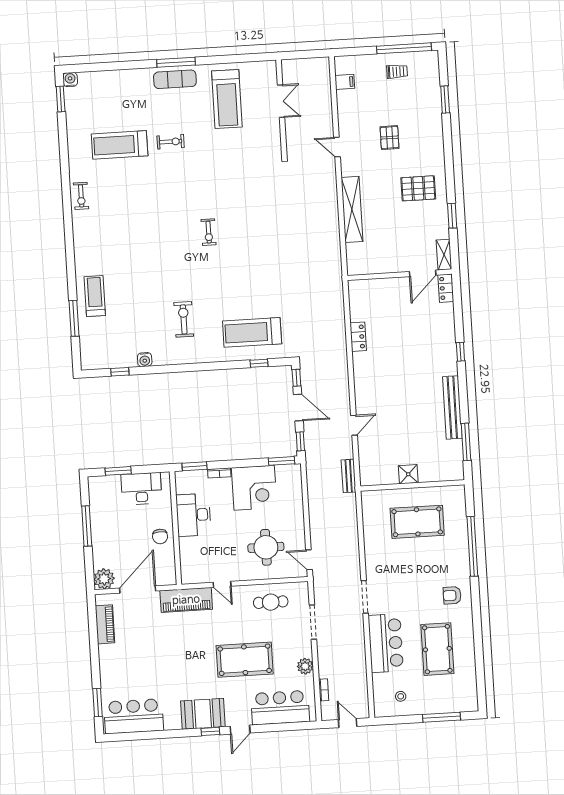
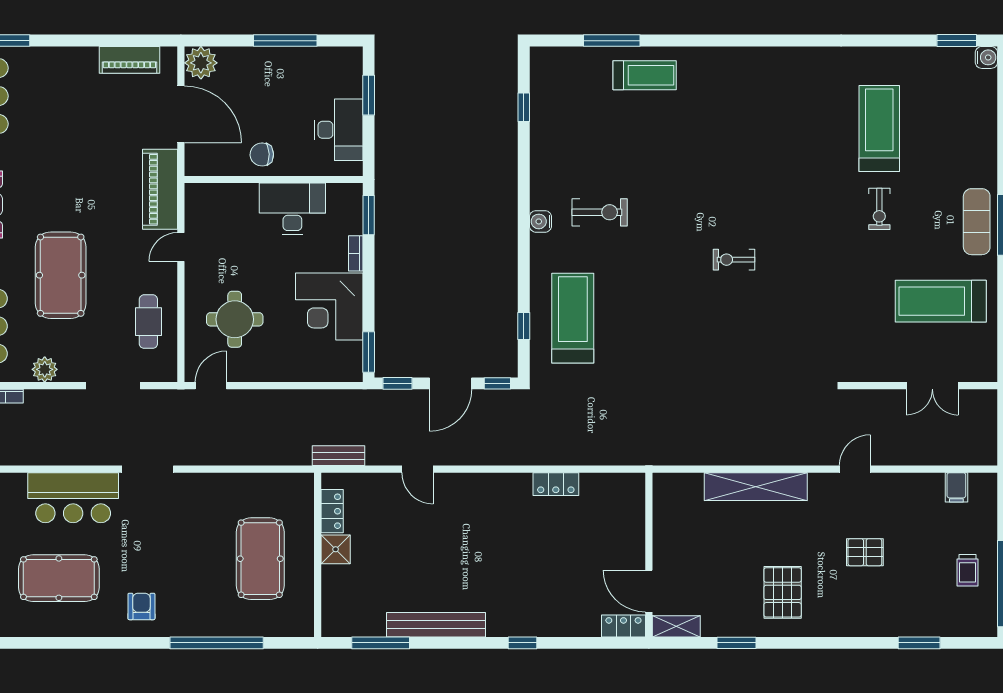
exercise bike: (81, 196) -> (803, 63), removed
water cooler: (145, 360) -> (540, 221), moved
locker: (384, 478) -> (332, 511), added

